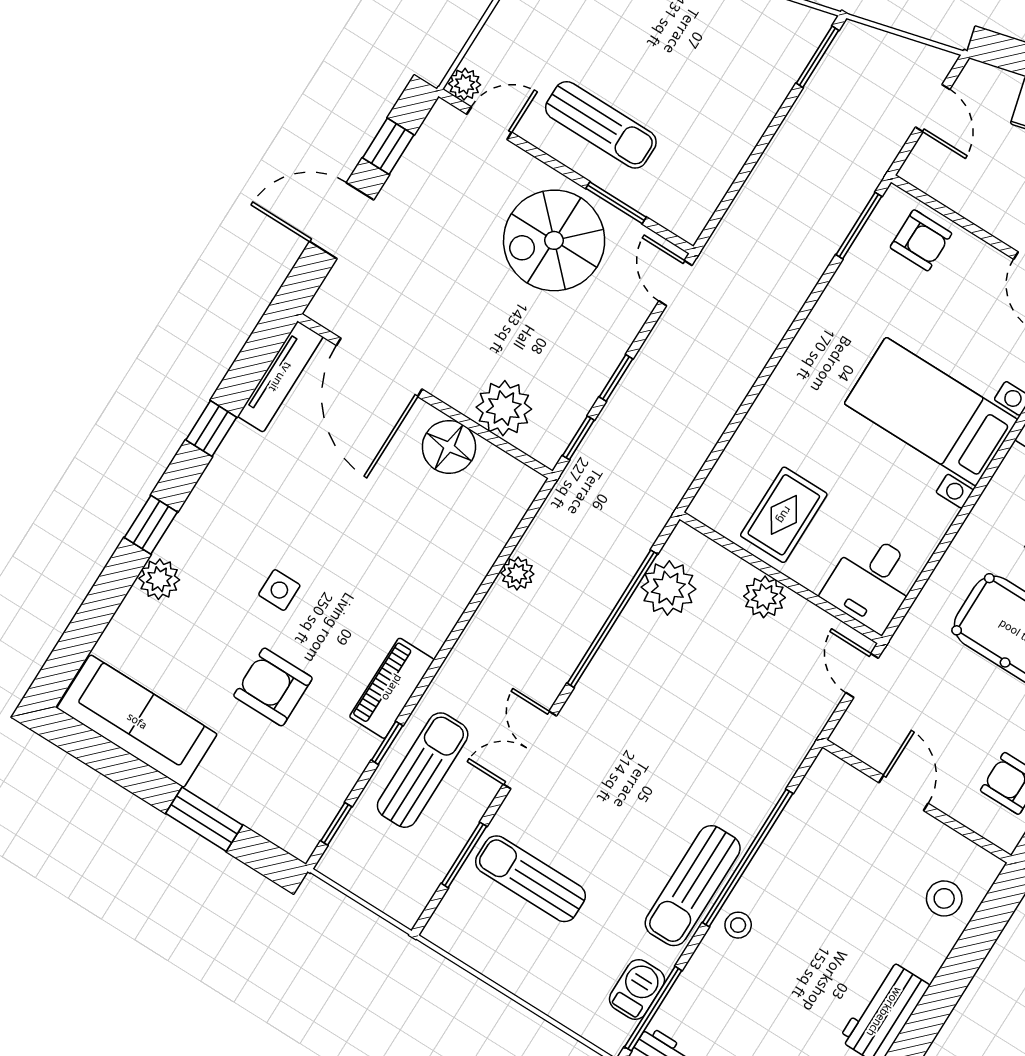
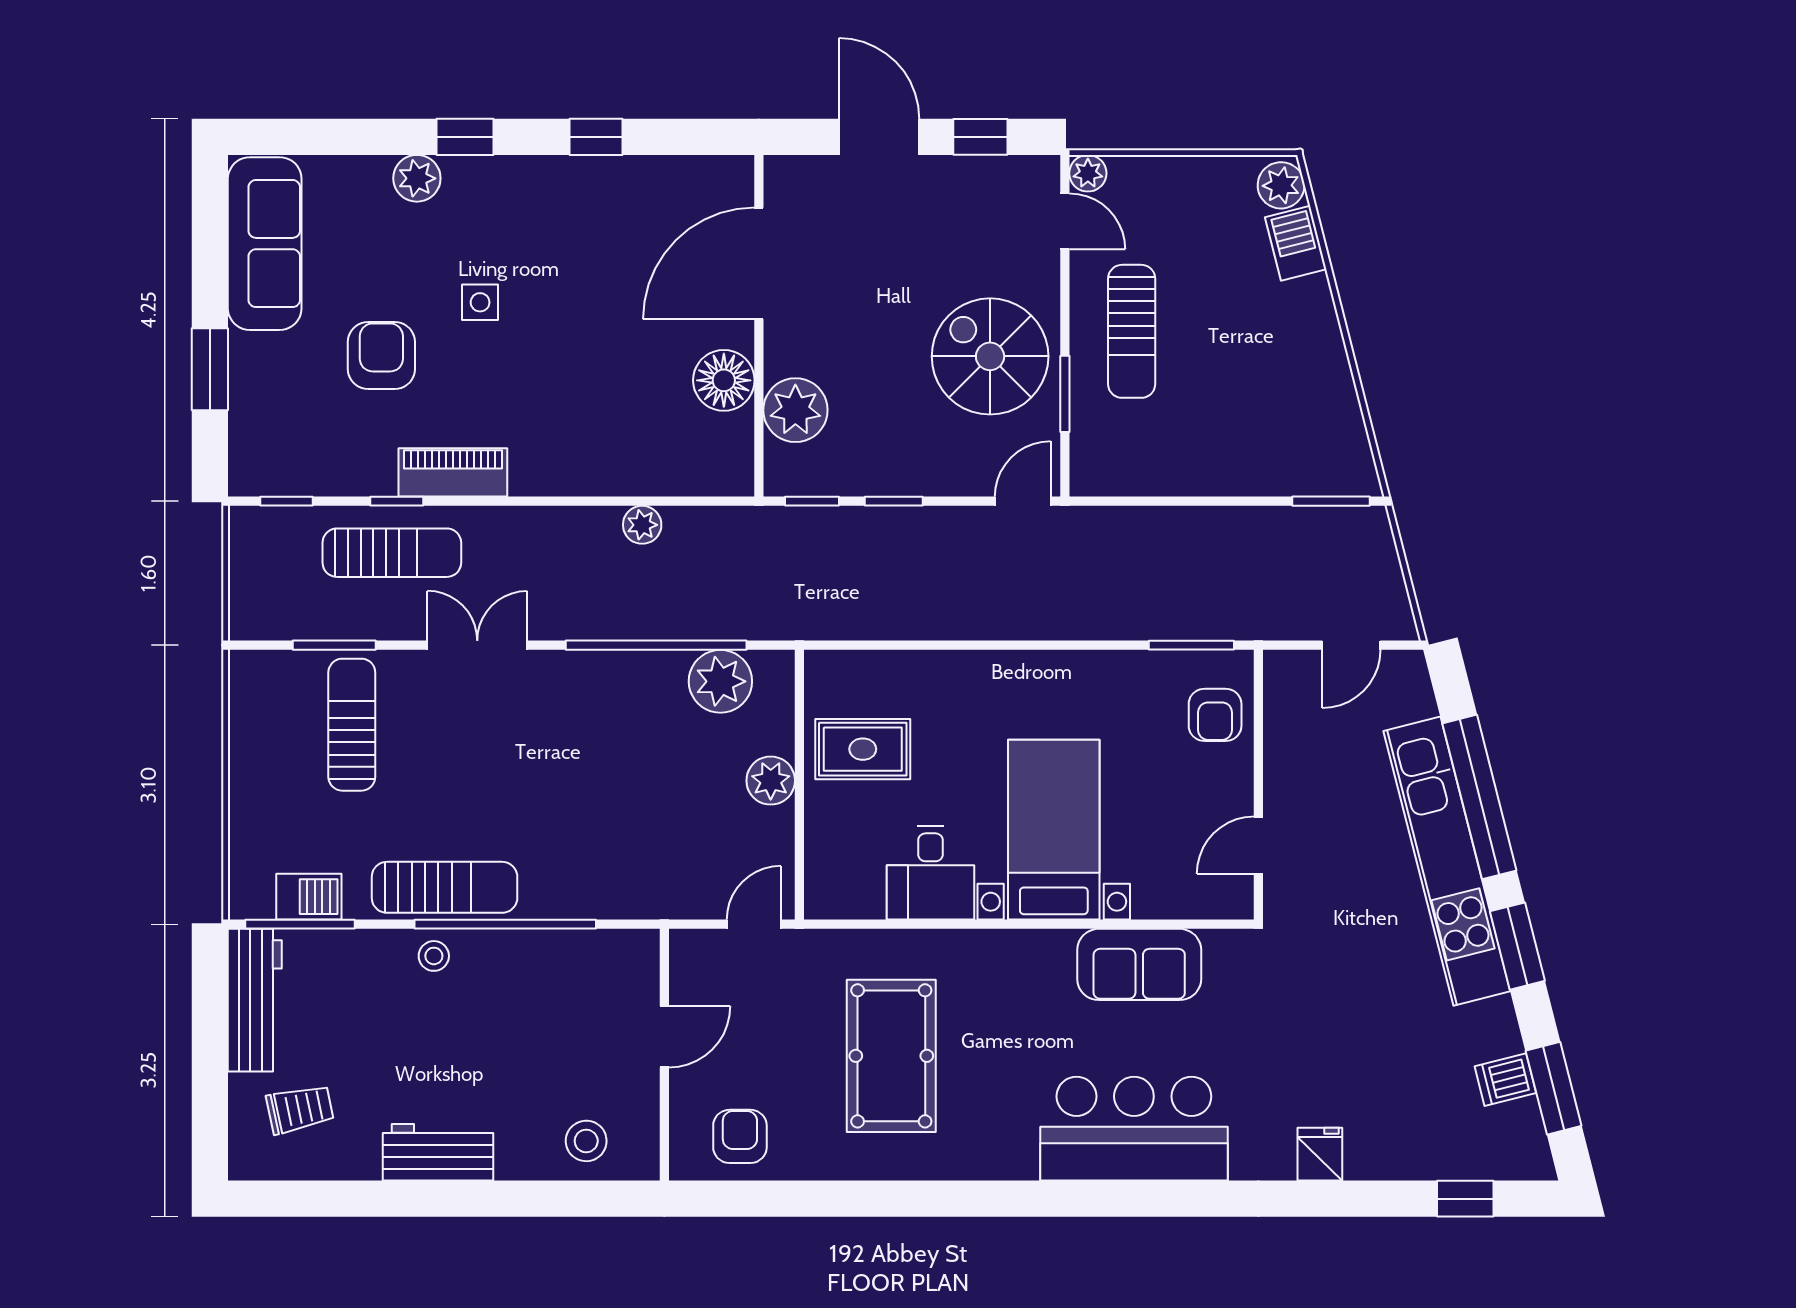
tv unit: (280, 377) -> (689, 172), removed
desk: (872, 582) -> (931, 873), moved, turned -90
sun lounger: (693, 886) -> (445, 887), turned 180

